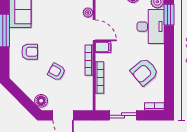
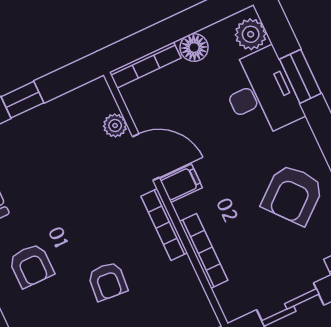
window: (169, 15) -> (300, 76), moved
armchair: (30, 52) -> (31, 266), turned 90
armchair: (57, 72) -> (108, 281), turned -114

